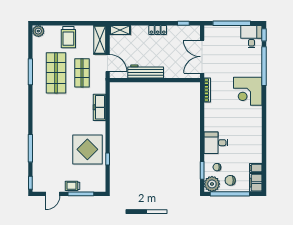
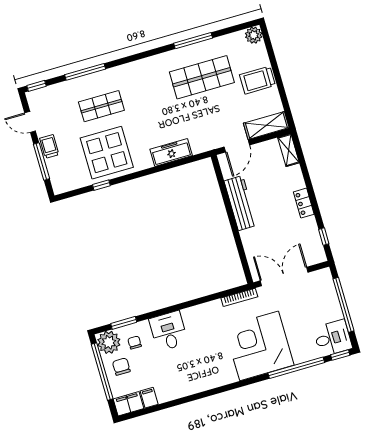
shop shelf: (82, 73) -> (101, 106), moved
corner desk: (248, 91) -> (259, 346), width x1.36, depth x1.36

